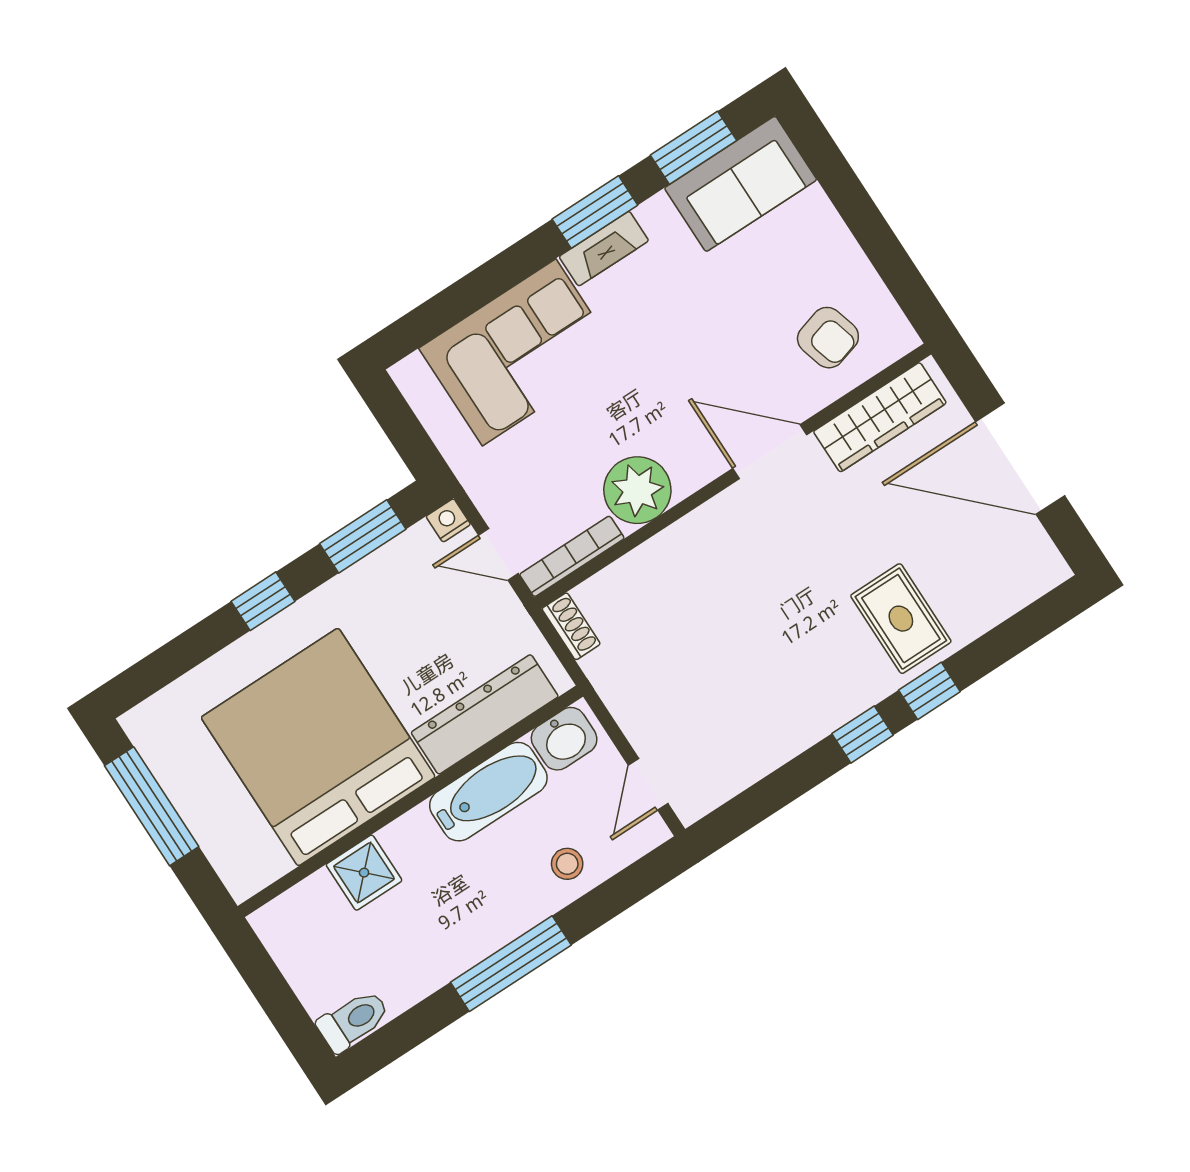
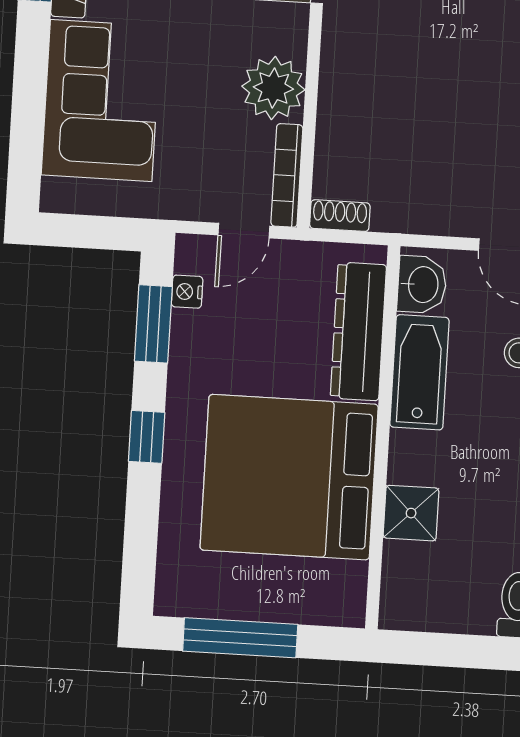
nightstand: (448, 520) -> (187, 292), moved

